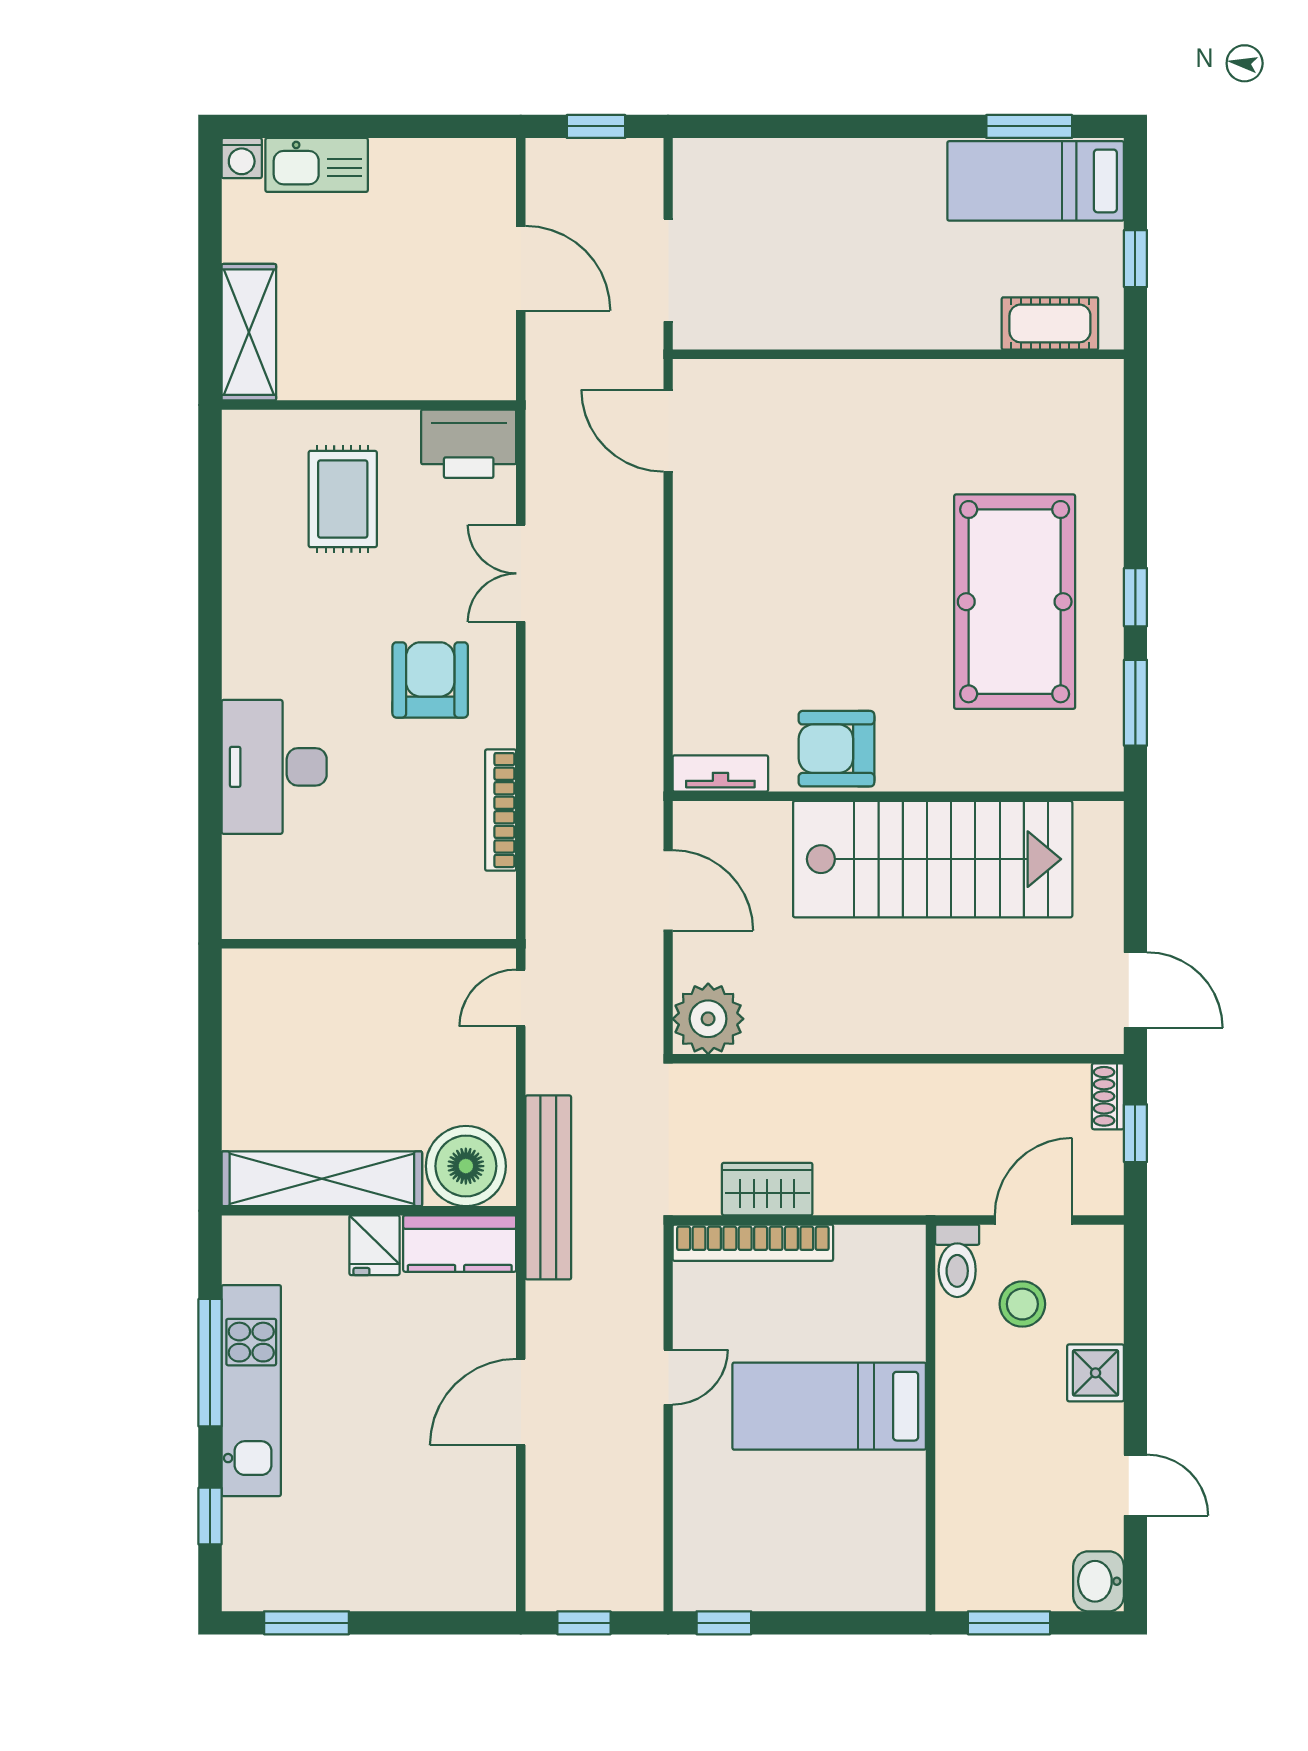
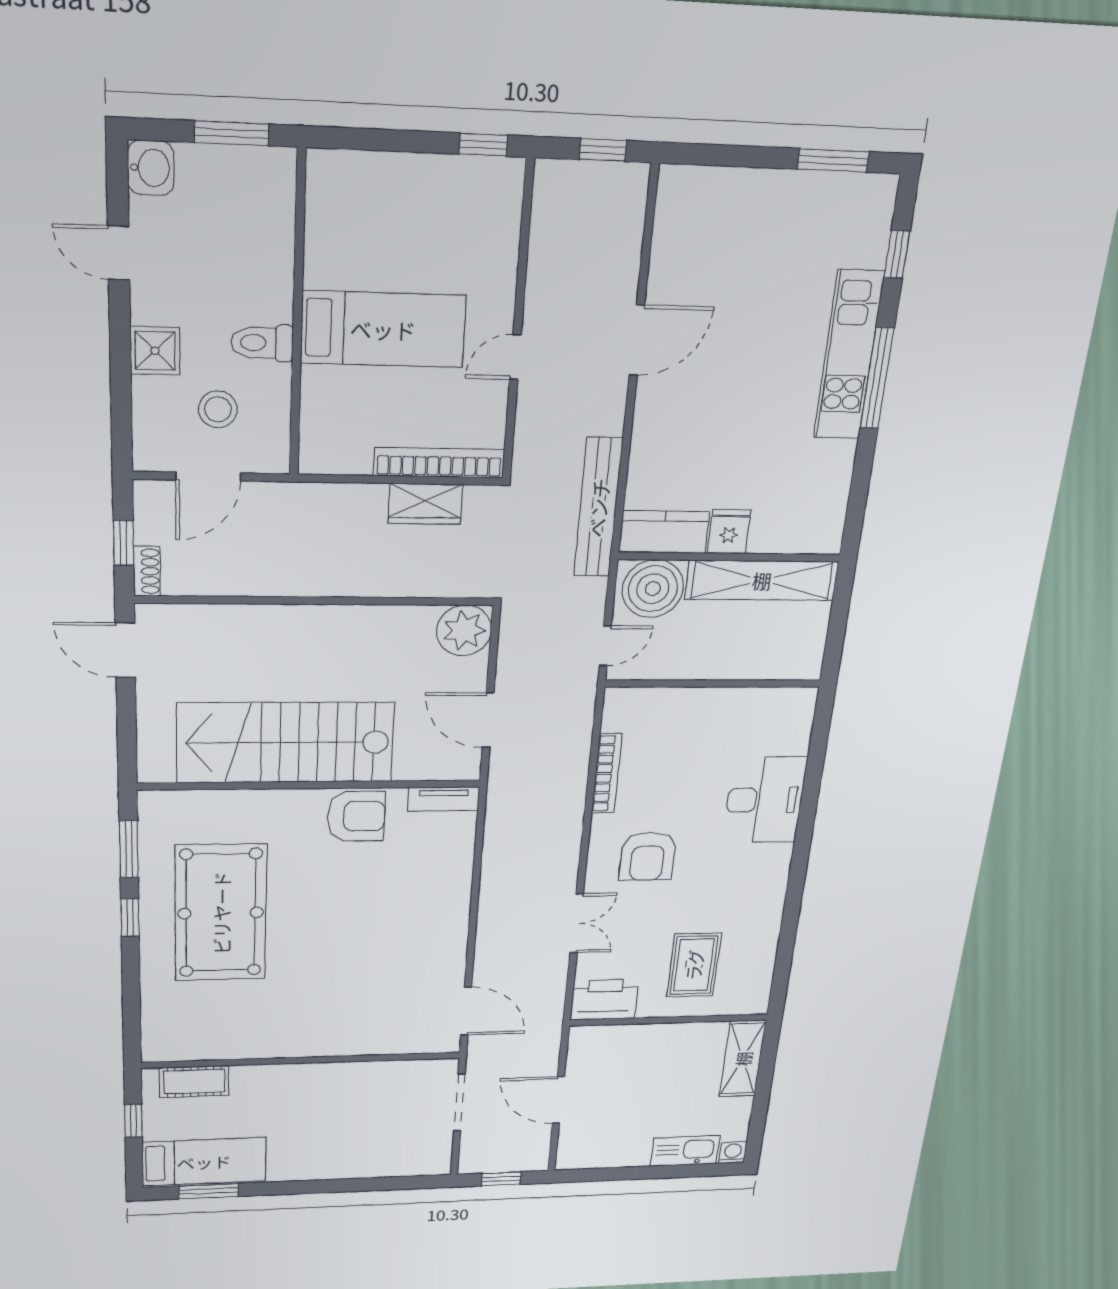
boiler: (466, 1166) -> (653, 589), moved
shelving: (322, 1179) -> (762, 580), moved
wall: (369, 1211) -> (730, 557), moved
kitchen counter: (460, 1244) -> (664, 532), moved
fridge: (374, 1245) -> (729, 532), moved
toilet: (957, 1261) -> (262, 343), moved, turned -90

